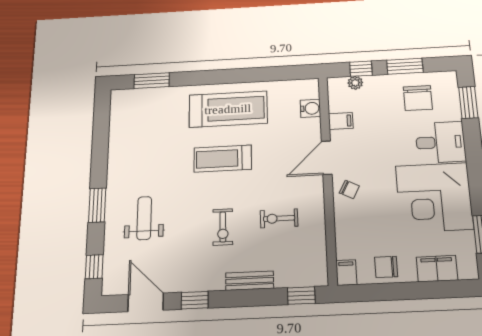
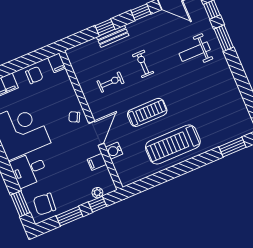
chair: (418, 98) -> (44, 204), moved, turned -85
water cooler: (310, 108) -> (114, 151), moved
treadmill: (223, 159) -> (147, 112), moved
window: (97, 205) -> (224, 38), moved
weight bench: (144, 218) -> (195, 52), turned 90
window: (301, 295) -> (105, 27), moved

